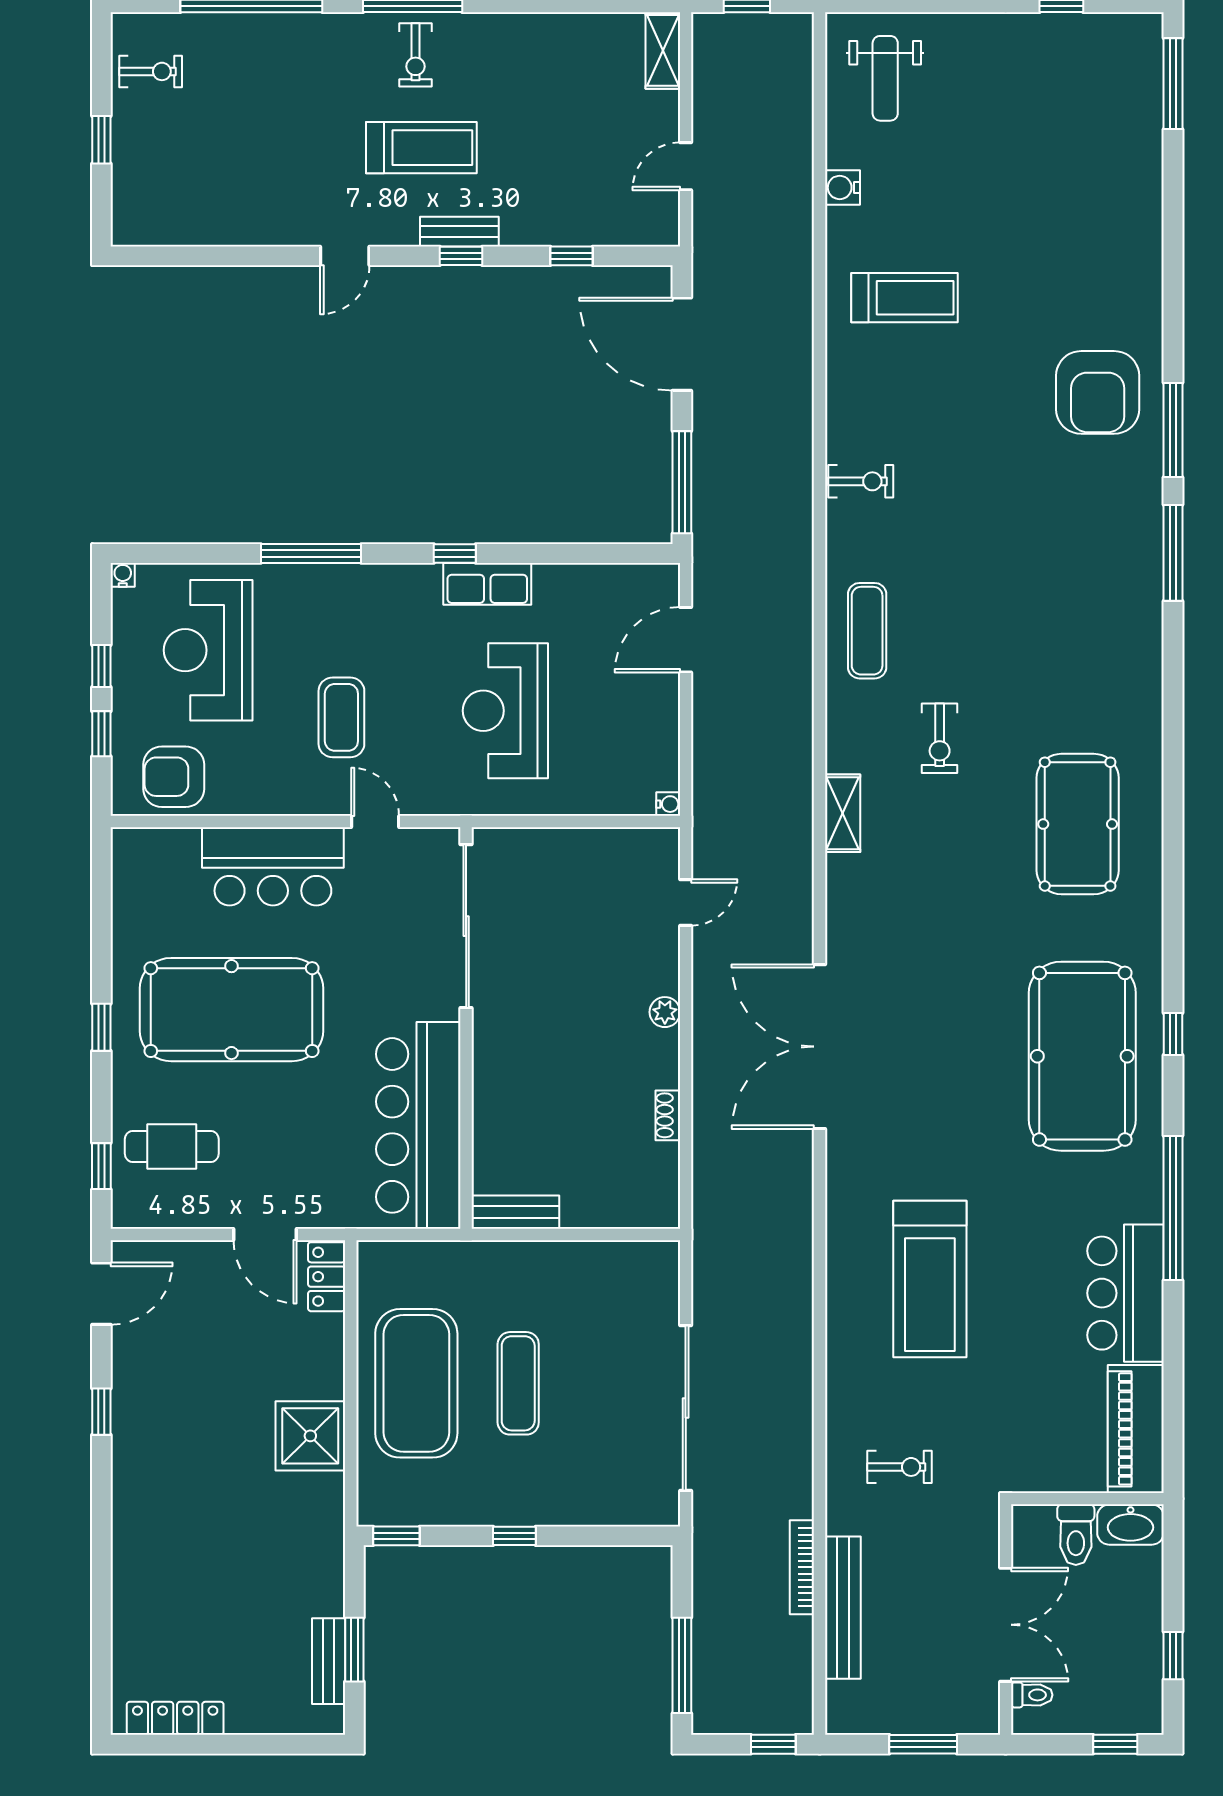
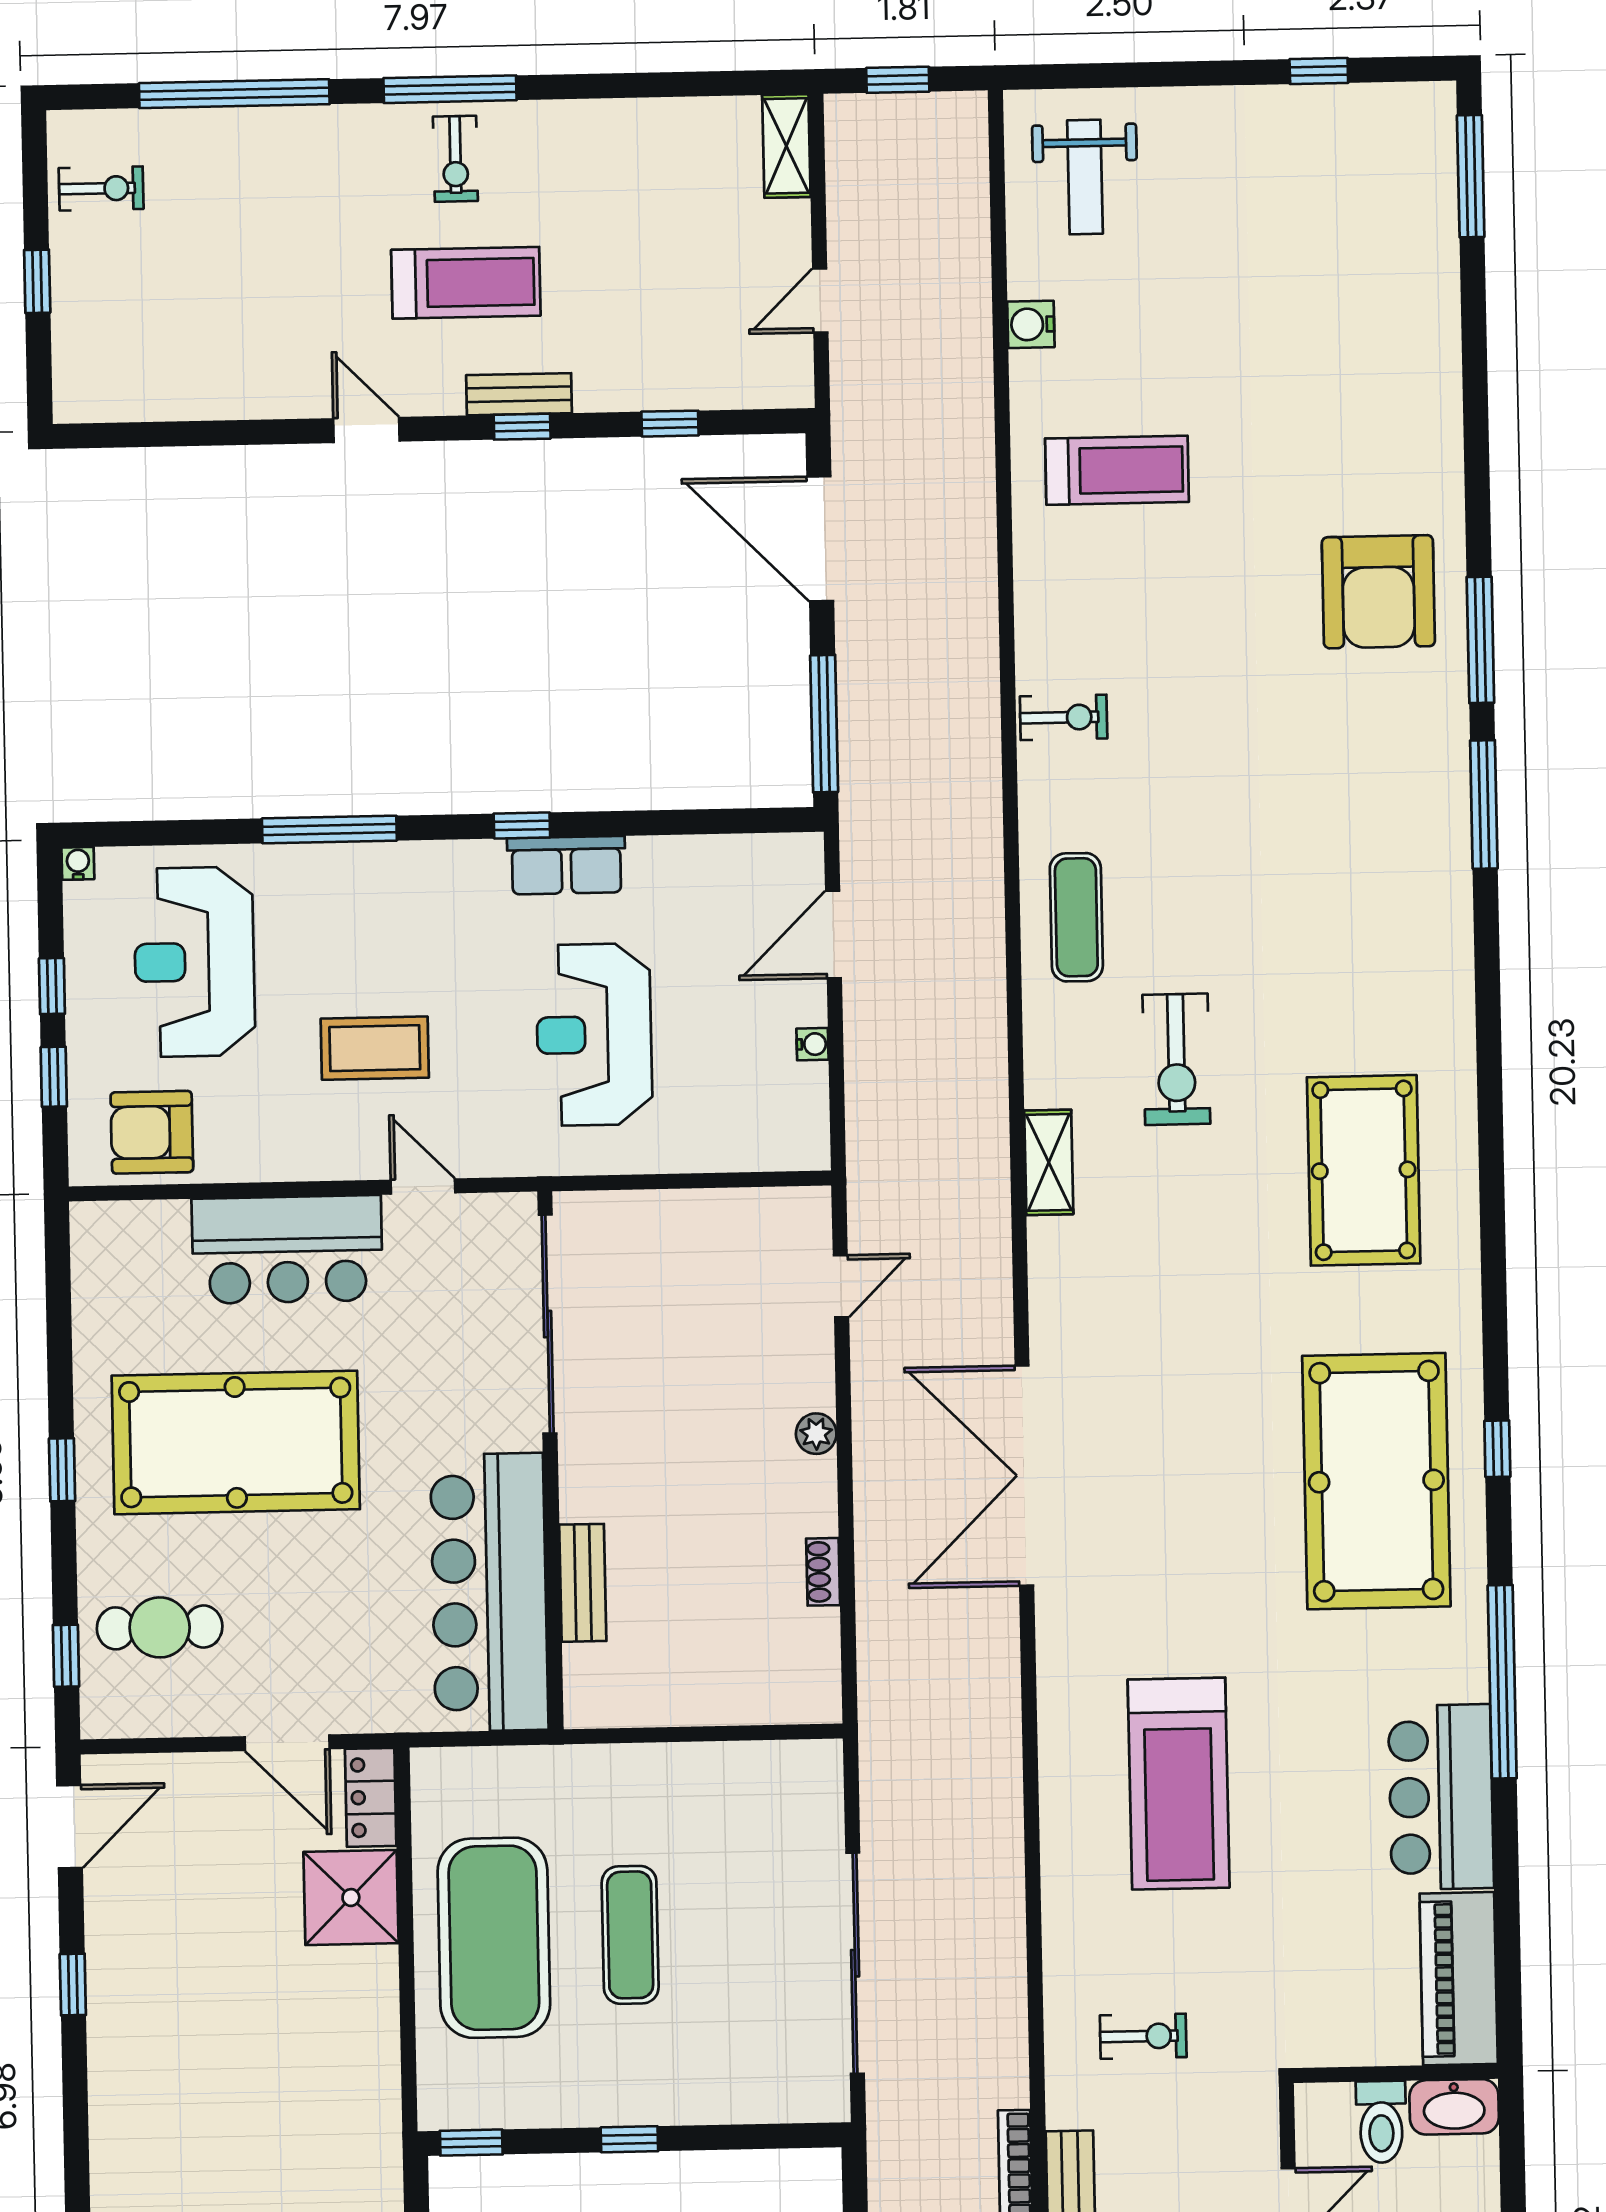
door: (345, 256) -> (366, 430), swing flipped
coffee table: (341, 717) -> (375, 1048), turned 90
exercise bike: (940, 738) -> (1176, 1059), width x1.38, depth x1.39
water cooler: (668, 804) -> (813, 1044), moved
bench: (515, 1212) -> (583, 1583), moved, turned 90
shower: (310, 1436) -> (351, 1898), moved

